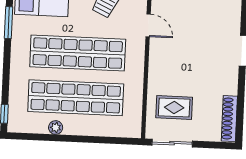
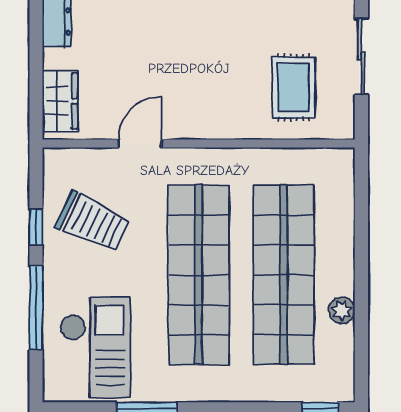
sliding door: (172, 143) -> (361, 56), moved

